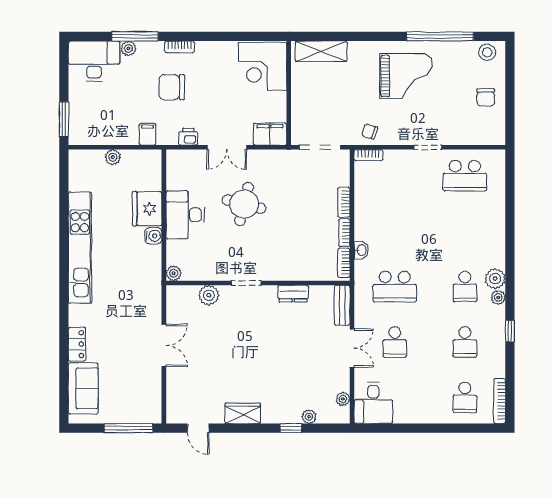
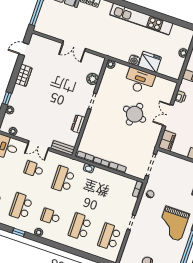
school desk: (465, 231) -> (80, 227), added
plant: (495, 279) -> (49, 234), removed
school desk: (465, 342) -> (21, 206), width x1.85

